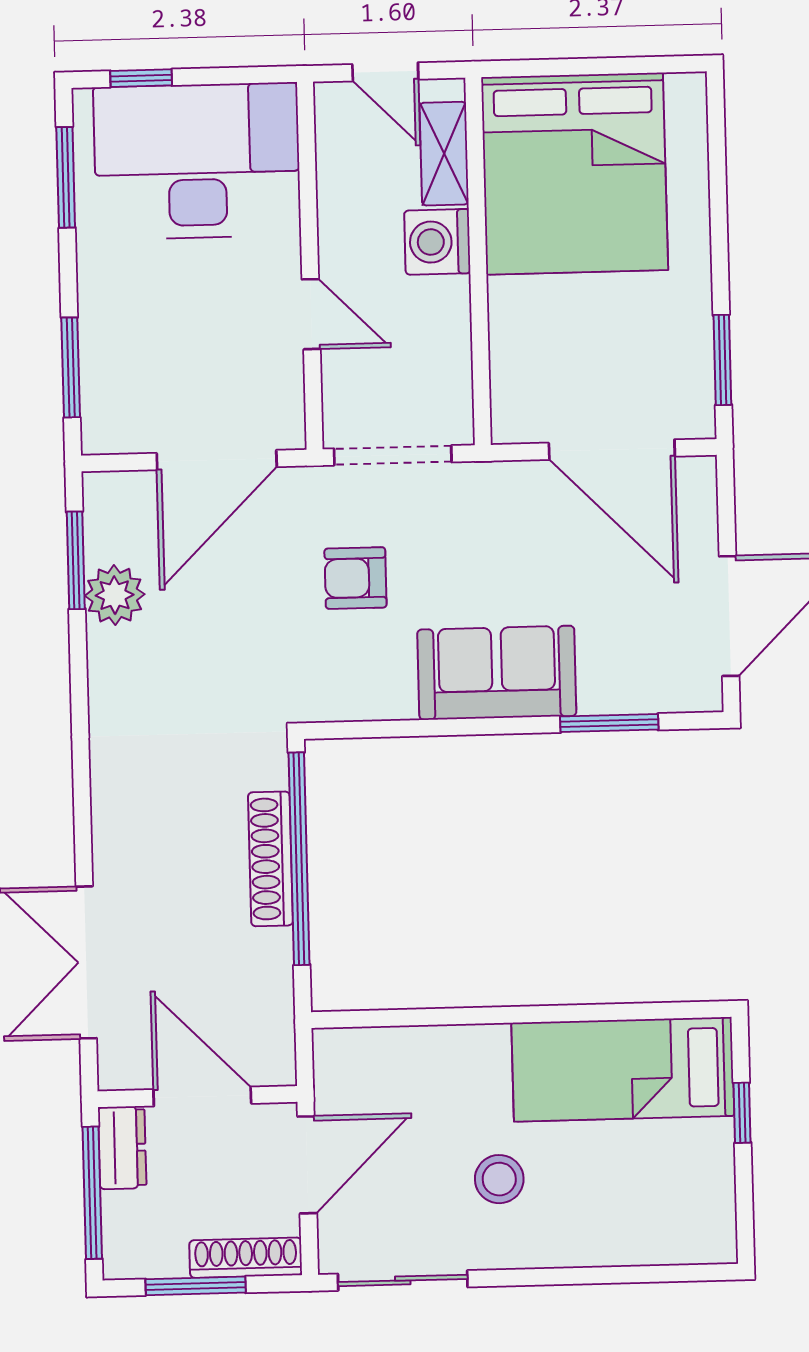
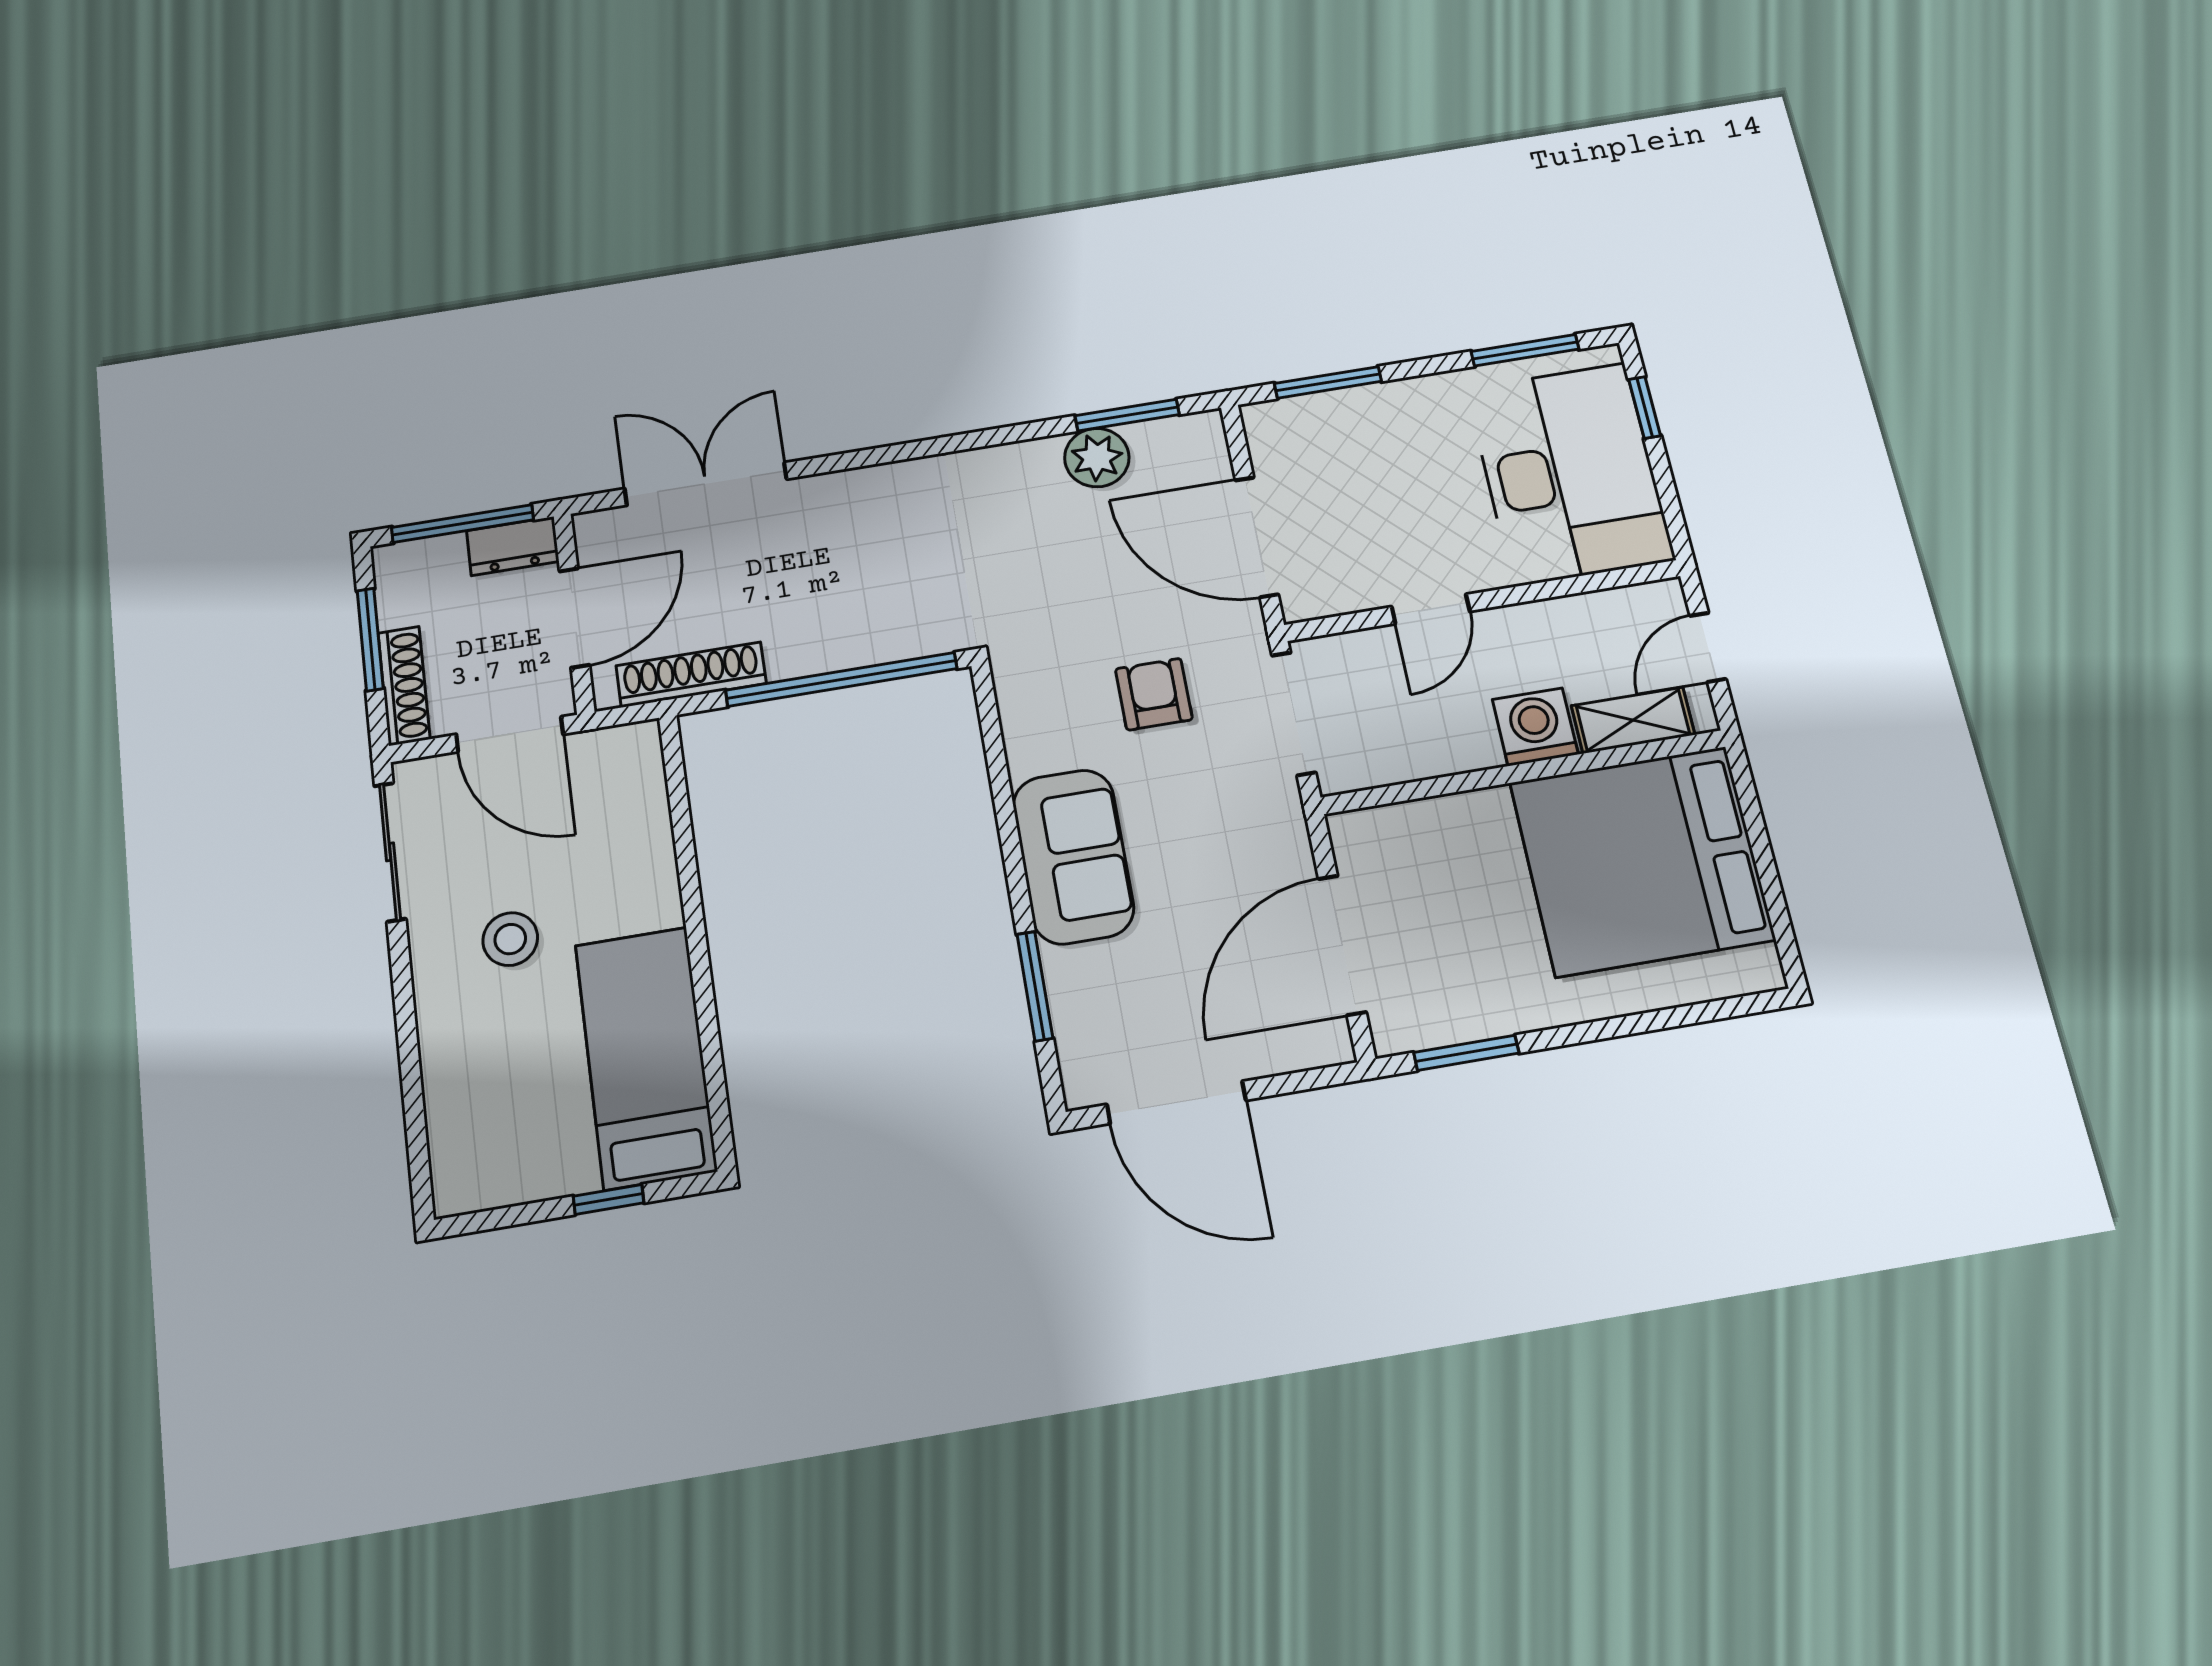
shoe rack: (270, 859) -> (691, 675), moved

